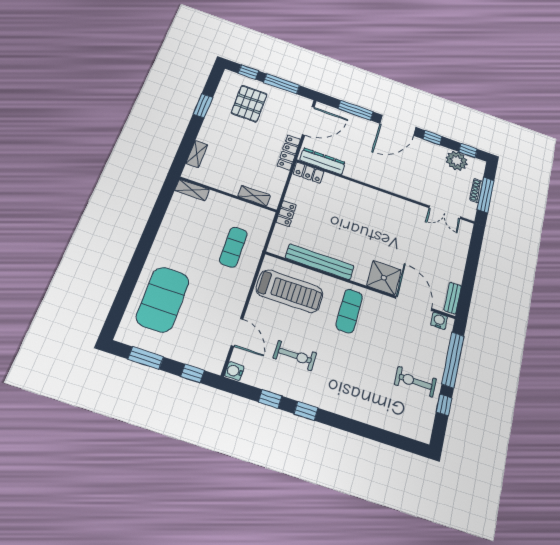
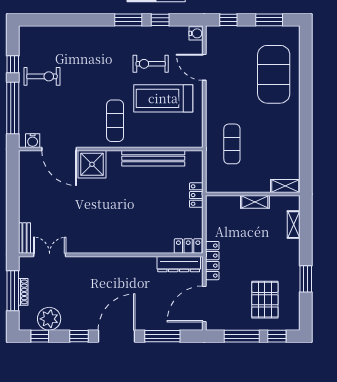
shelving: (254, 196) -> (255, 202), moved
treadmill: (290, 291) -> (163, 98), moved
bench: (453, 298) -> (24, 238), moved
window: (306, 411) -> (128, 20), width x1.50

